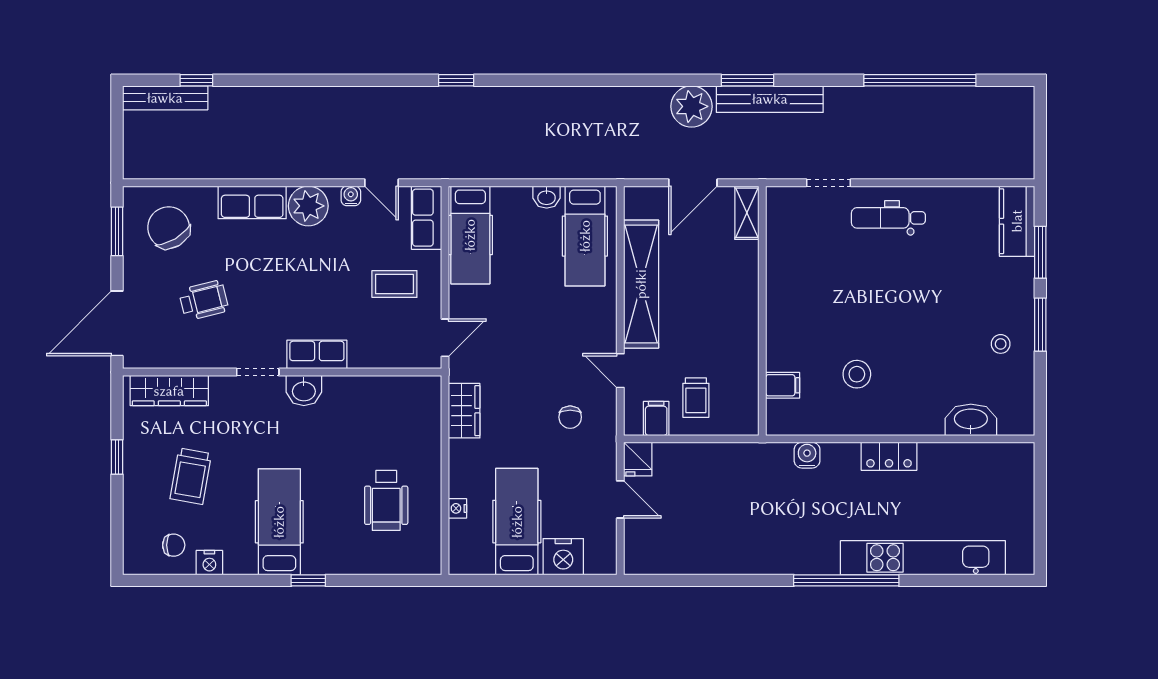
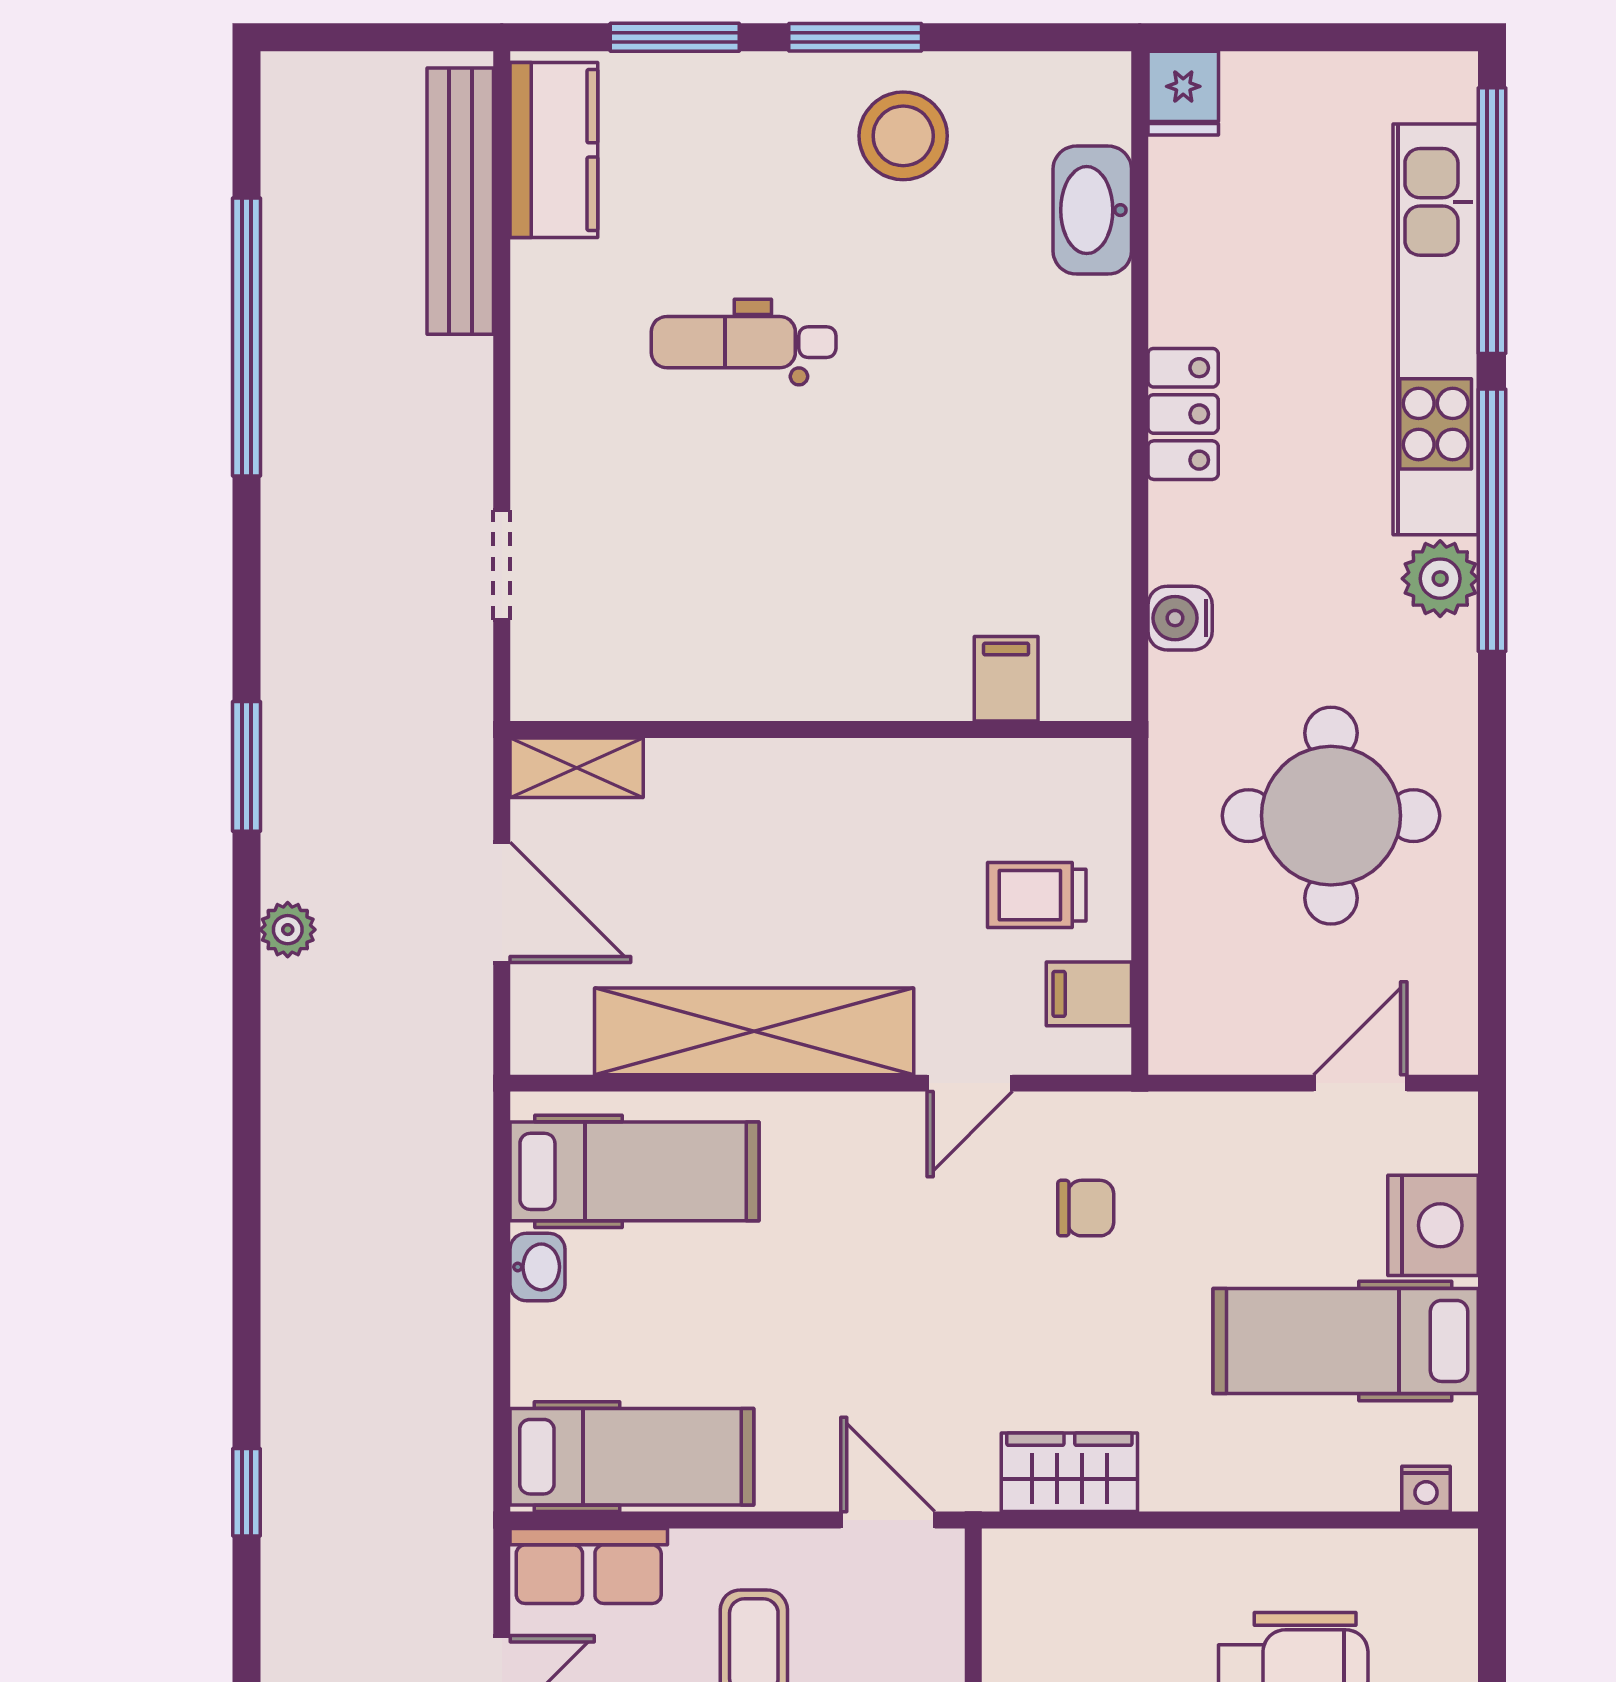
bench: (770, 99) -> (460, 201), moved
plant: (692, 106) -> (288, 930), width x0.53, depth x0.53
dental chair: (888, 218) -> (744, 342), moved, turned 90
kitchen counter: (1017, 221) -> (554, 150), moved, turned -90
stool: (1001, 344) -> (903, 136), width x1.89, depth x1.89
stool: (857, 374) -> (979, 494), removed
trolley: (696, 398) -> (1037, 895), turned 180
fridge: (638, 459) -> (1183, 93), moved, turned 90
door: (620, 499) -> (1360, 1083), moved
nightstand: (457, 508) -> (1426, 1489), moved
round table: (728, 516) -> (1331, 816), added
plant: (823, 560) -> (1440, 579), added
window: (967, 580) -> (1492, 221), added

